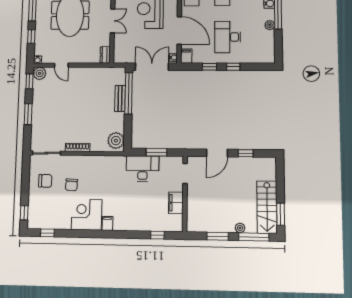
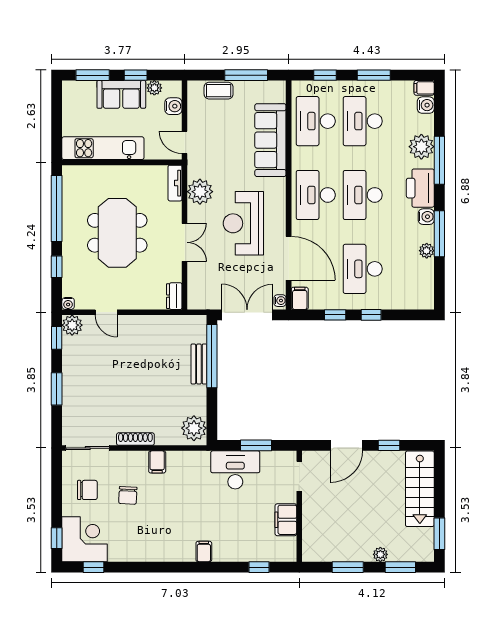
filing cabinet: (91, 163) -> (157, 462), added
stairs: (267, 207) -> (420, 489), moved
corner desk: (87, 215) -> (85, 539), moved, turned 90
filing cabinet: (107, 223) -> (204, 552), moved
window: (254, 237) -> (400, 567), width x0.69

